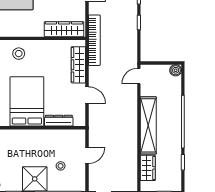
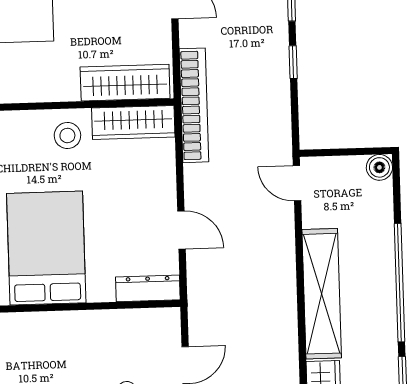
stool: (19, 54) -> (67, 136), moved
wardrobe: (78, 65) -> (133, 122), moved, turned -90
door: (139, 76) -> (297, 183), hinge flipped
dresser: (59, 121) -> (148, 288), moved

